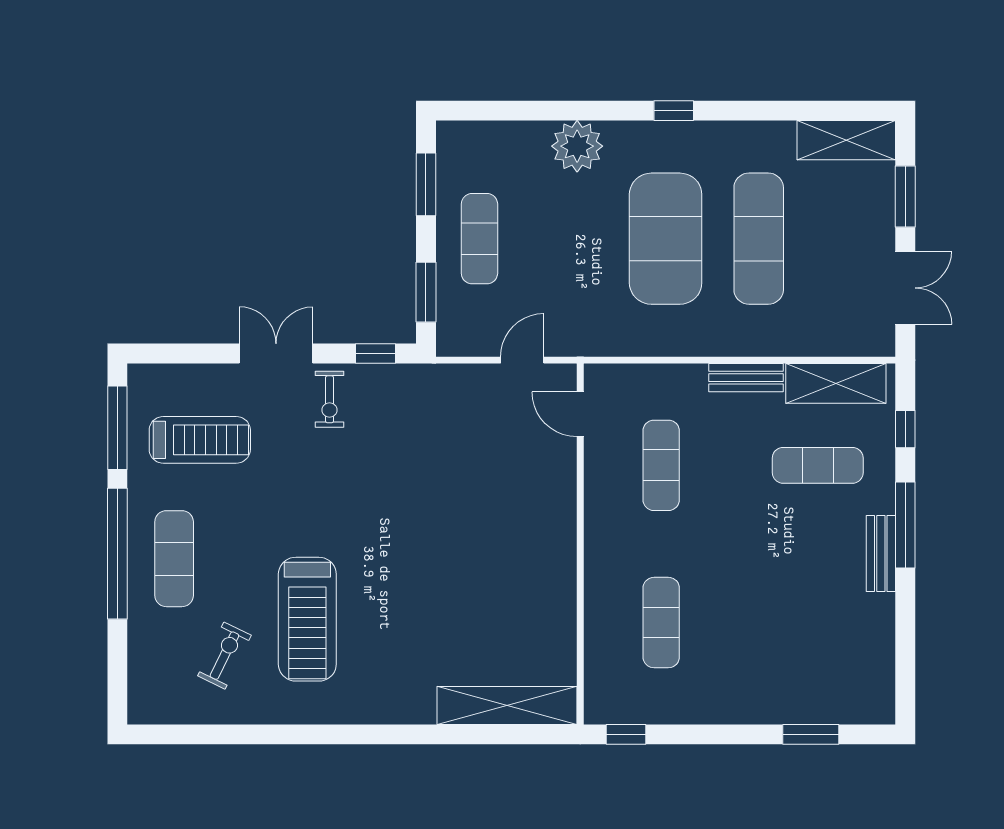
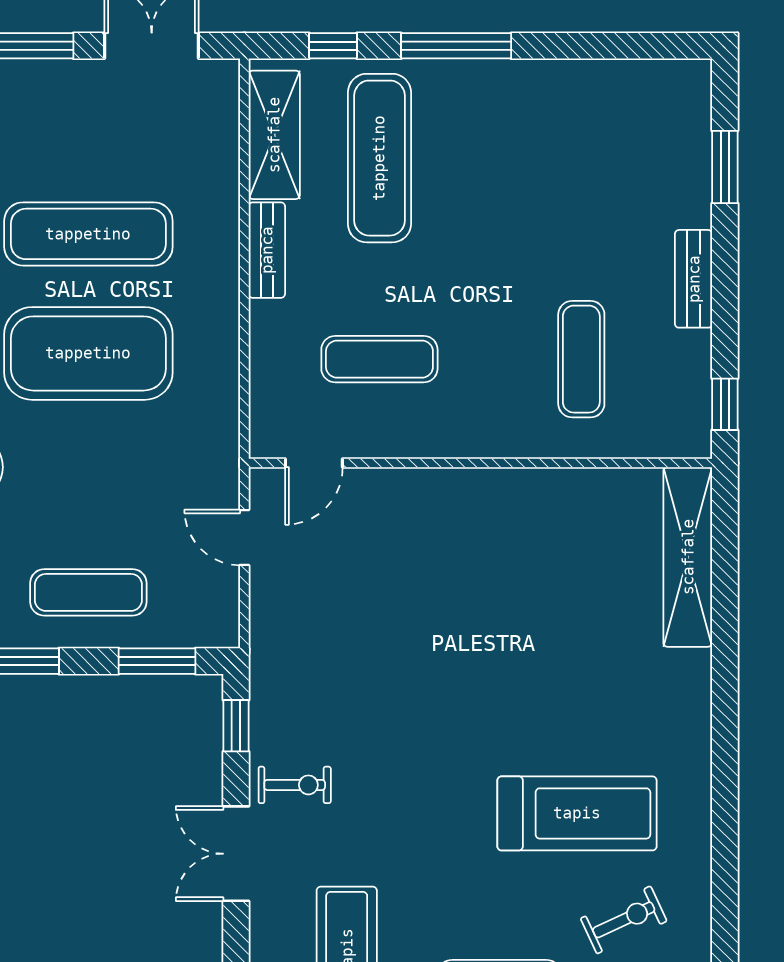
exercise mat: (818, 465) -> (379, 158), width x1.36, depth x1.45
bench: (881, 554) -> (694, 279), moved, turned 90
exercise mat: (661, 623) -> (581, 359), turned 90
exercise bike: (224, 656) -> (624, 920), turned 129

